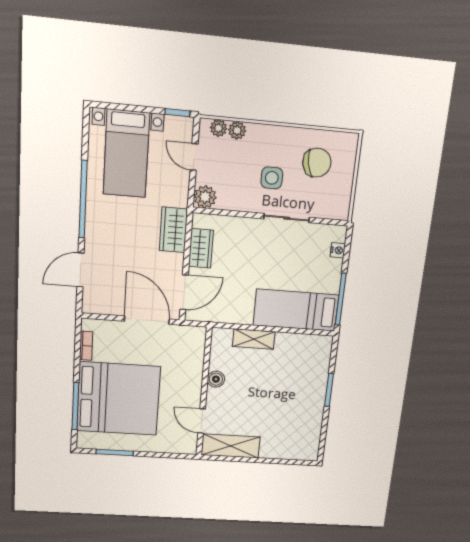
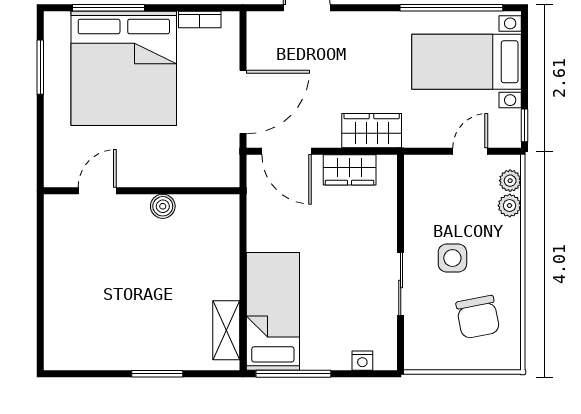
plant: (205, 197) -> (419, 170), removed
window: (83, 199) -> (451, 8), moved
shelving: (254, 339) -> (226, 330), moved
shelving: (231, 446) -> (61, 237), removed

